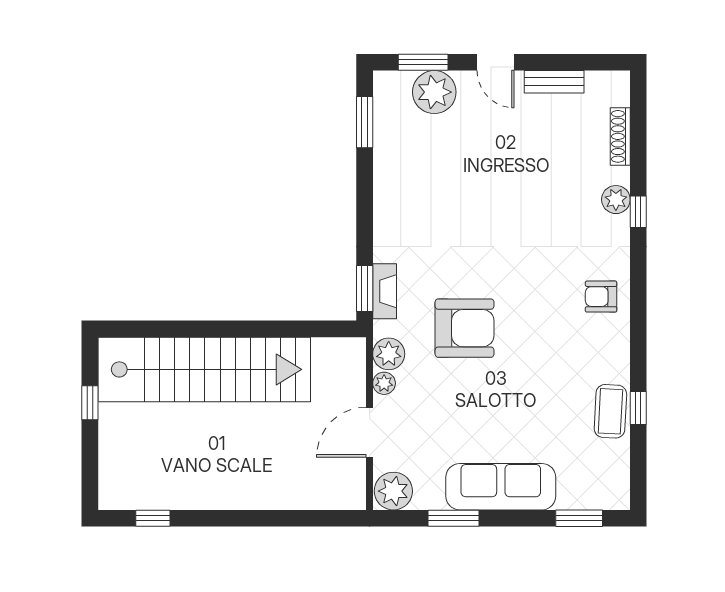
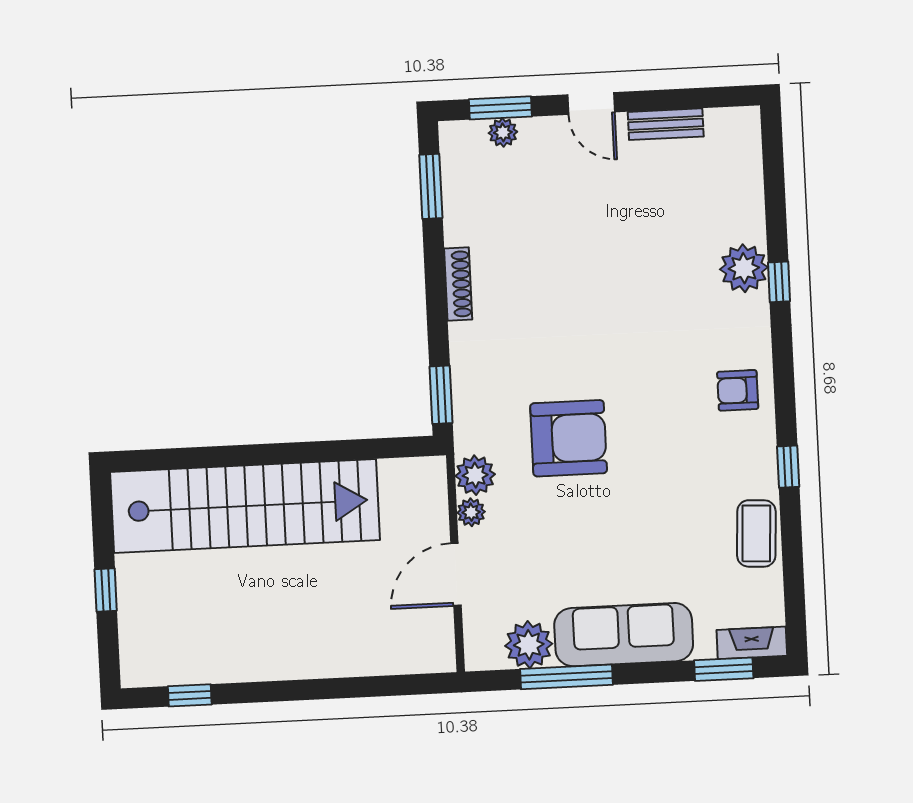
plant: (434, 92) -> (503, 132), width x0.53, depth x0.53
shoe rack: (620, 136) -> (458, 284), moved, turned 180
plant: (616, 200) -> (744, 268), width x1.36, depth x1.36
fireplace: (385, 291) -> (752, 643), moved, turned -90
window: (90, 403) -> (106, 590), moved
window: (638, 408) -> (788, 467), moved
plant: (393, 491) -> (529, 645), moved
window: (454, 518) -> (567, 677), width x1.44

